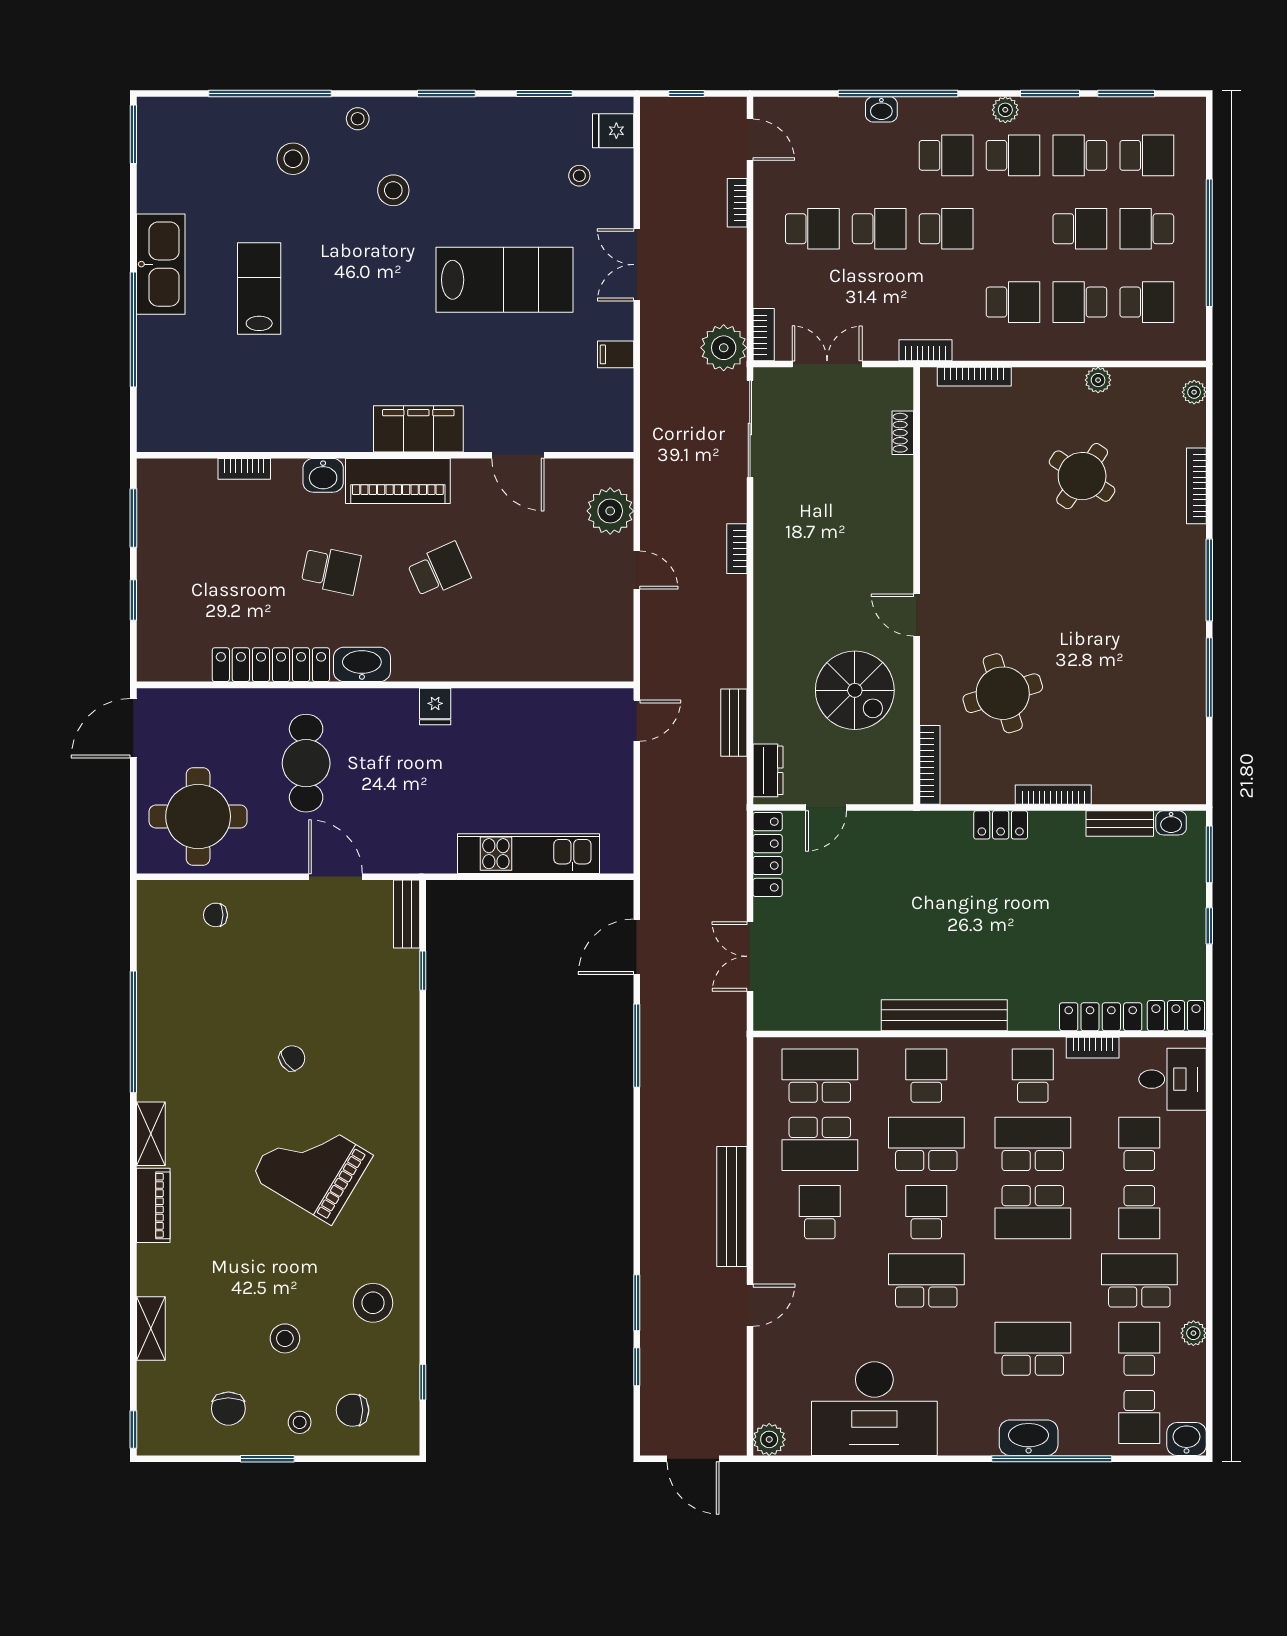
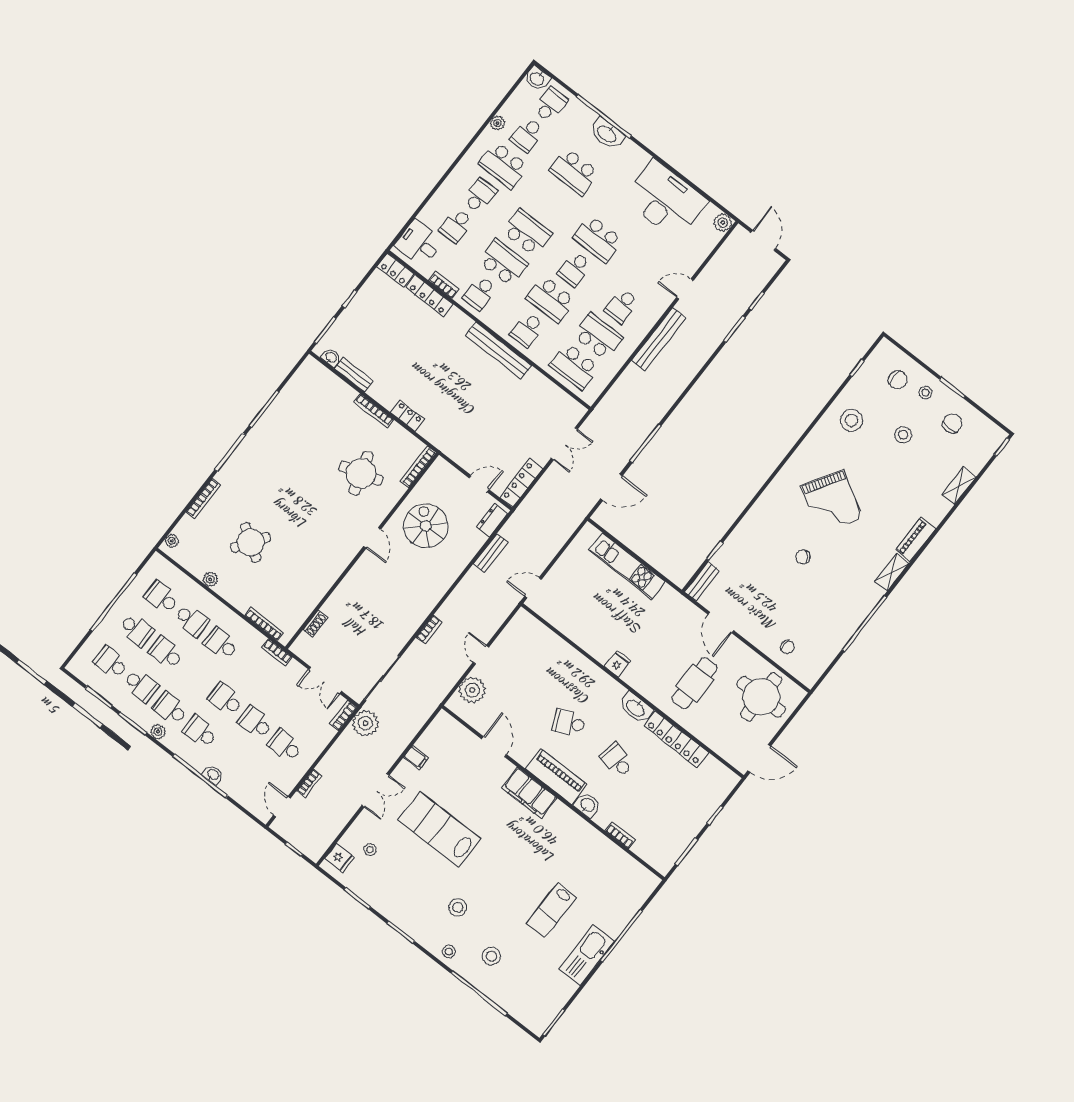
school desk: (1033, 1144) -> (504, 263), turned 180

